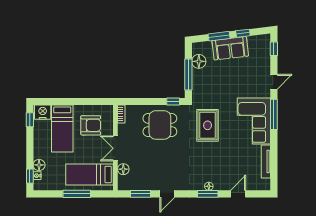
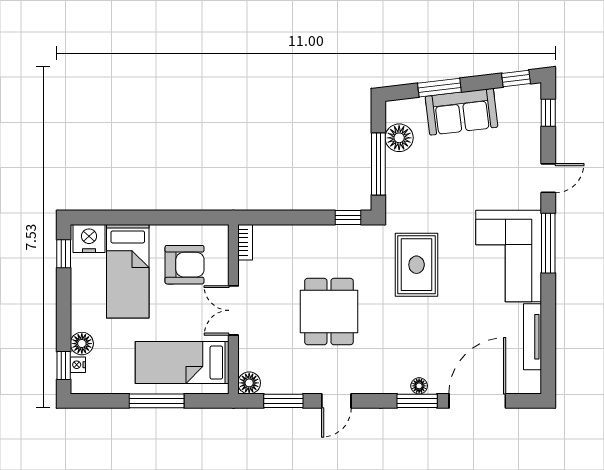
window: (243, 33) -> (516, 78), moved
dining table: (160, 125) -> (329, 312), moved, turned 90
floor lamp: (123, 169) -> (249, 383), moved
door: (238, 194) -> (477, 401), width x1.88

